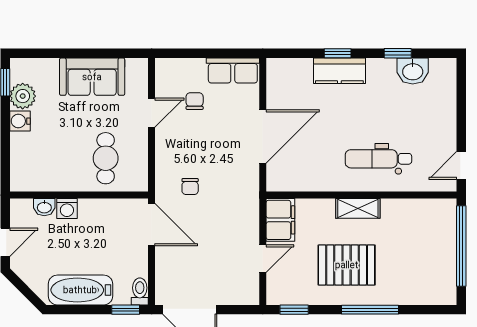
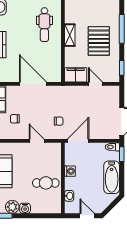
door: (152, 113) -> (37, 141), moved
cafe table: (106, 158) -> (46, 183), moved
washing machine: (67, 209) -> (70, 171), moved

